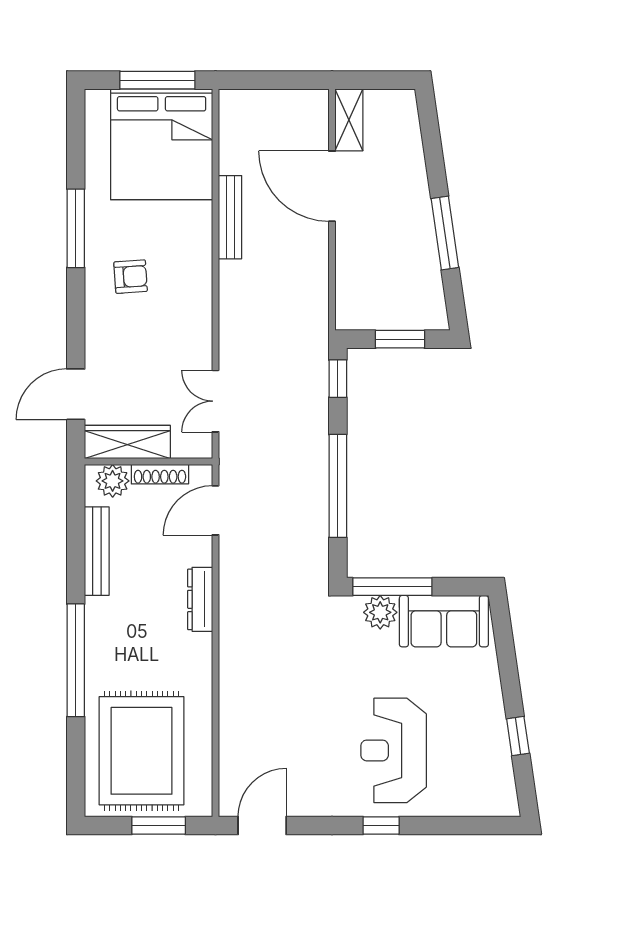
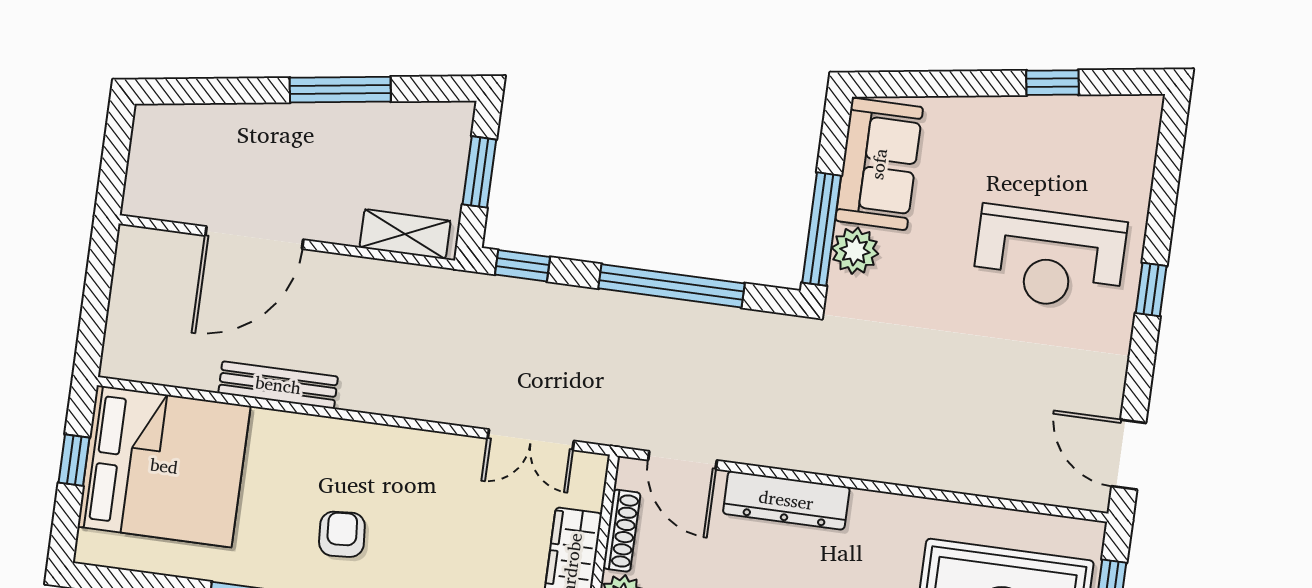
window: (157, 80) -> (74, 460), width x0.46
shelving: (349, 120) -> (405, 234), moved
dresser: (200, 599) -> (786, 500), width x1.37, depth x1.24

